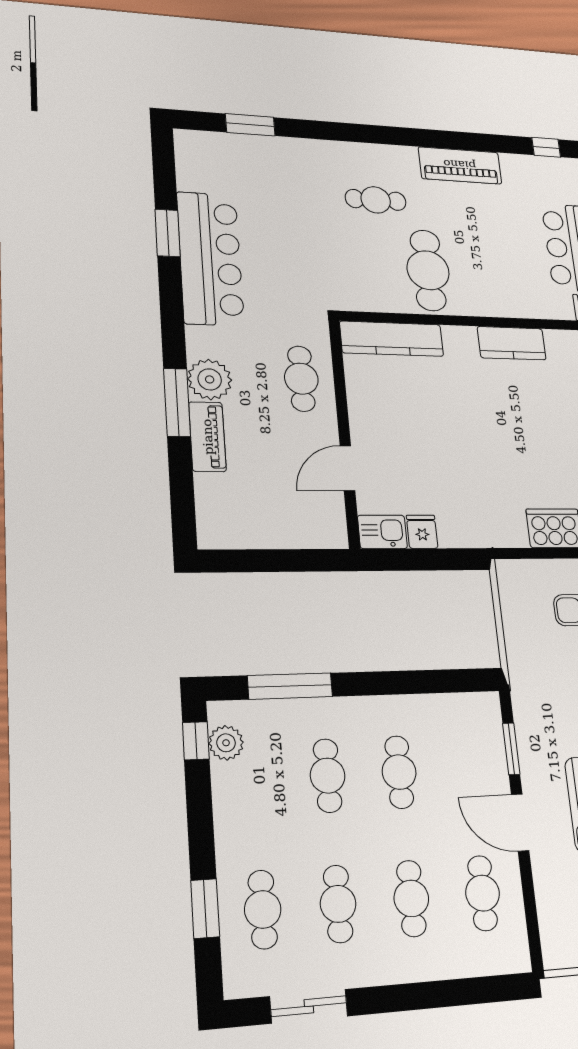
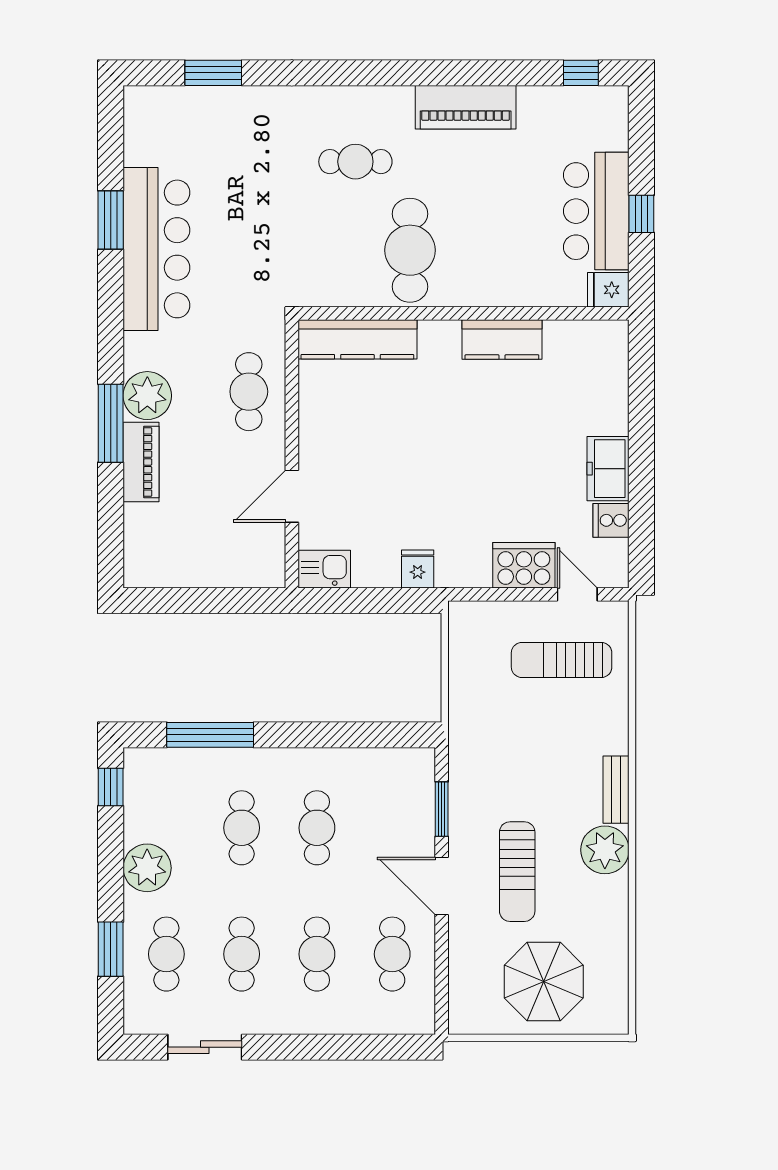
fridge: (422, 532) -> (418, 569), moved
plant: (226, 743) -> (147, 868), moved, width x1.36, depth x1.36

